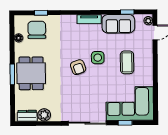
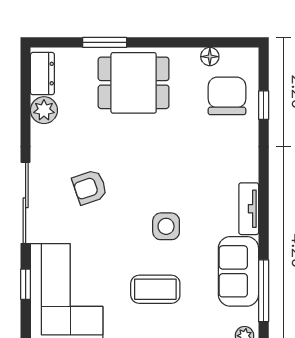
window: (127, 12) -> (264, 291), width x2.17
chair: (37, 30) -> (227, 96), turned -90
armchair: (78, 67) -> (90, 187), moved
window: (12, 74) -> (105, 42), moved

